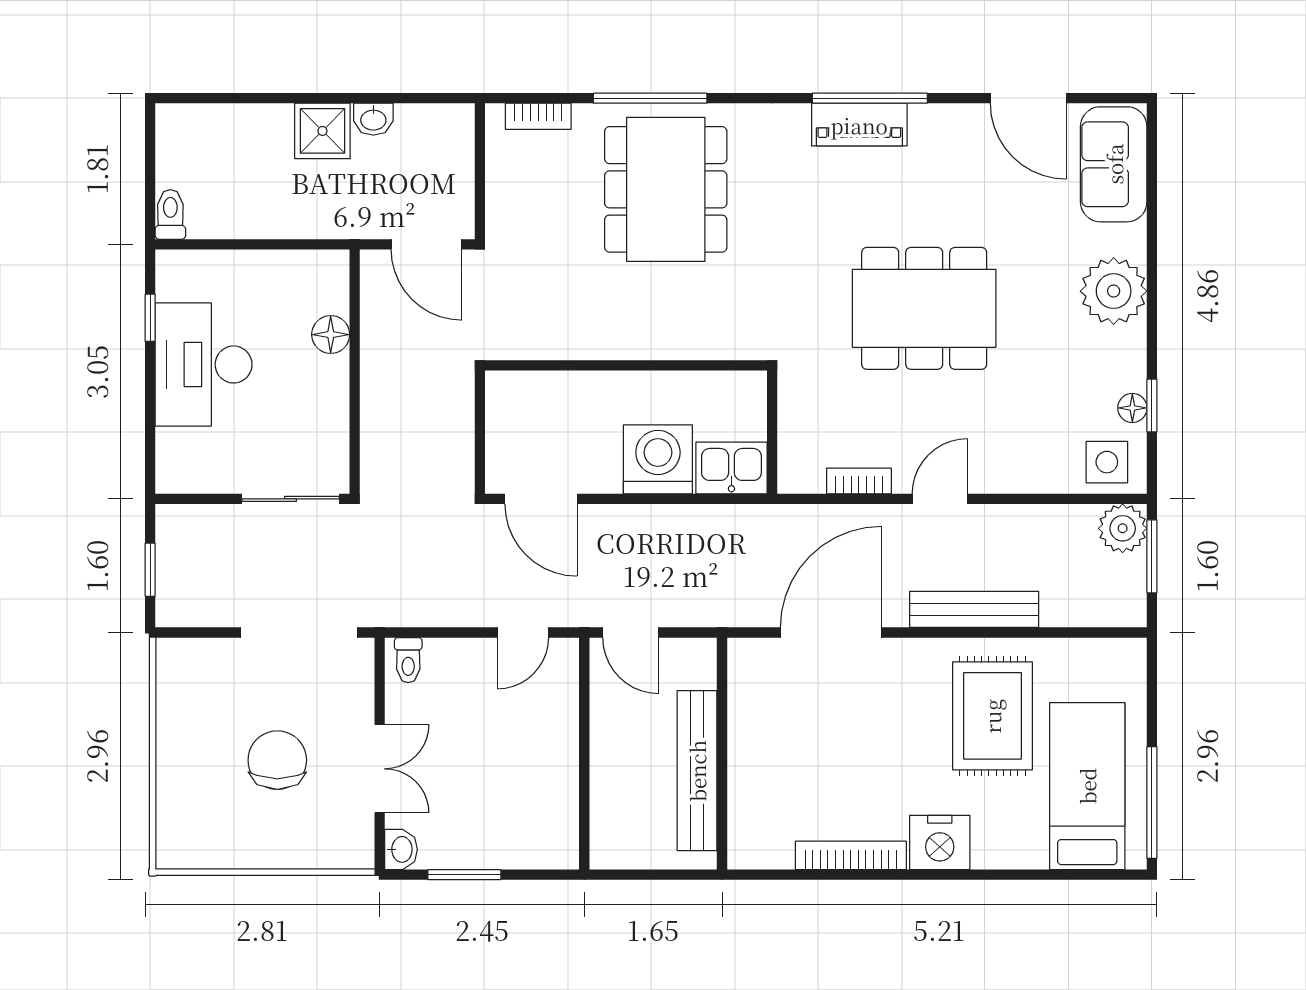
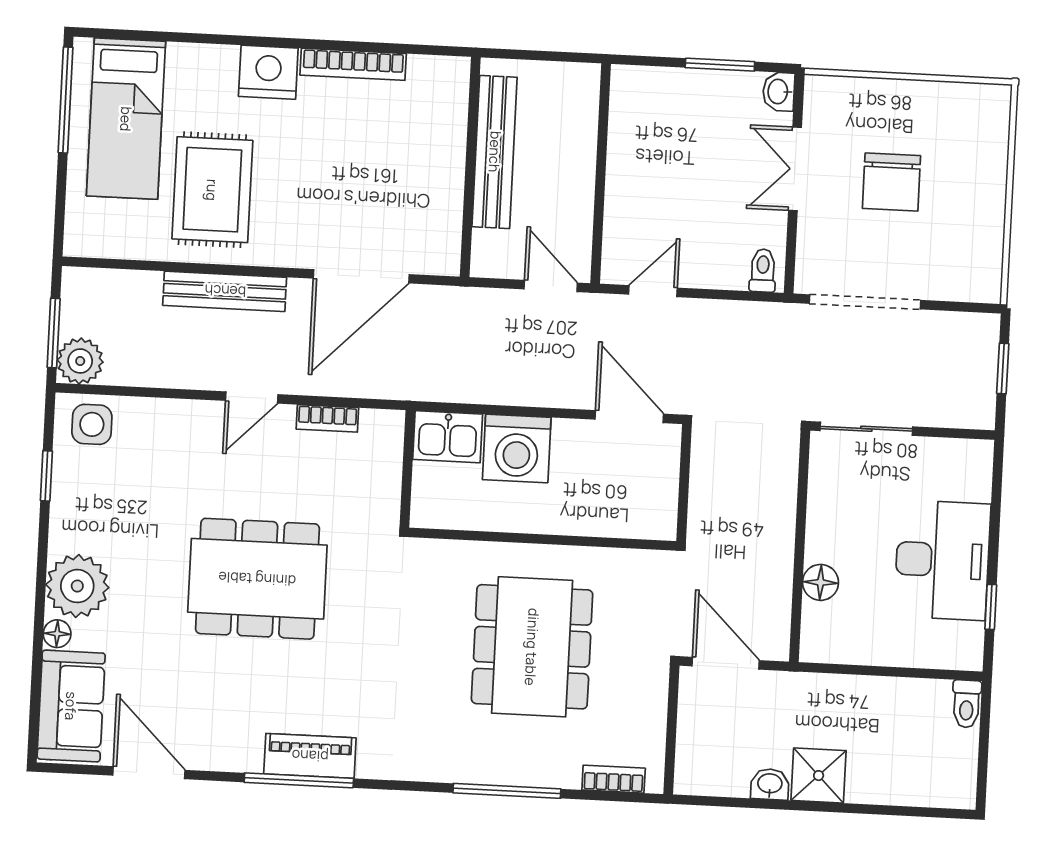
dining table: (666, 189) -> (532, 647), moved
floor lamp: (1132, 408) -> (57, 634), moved

